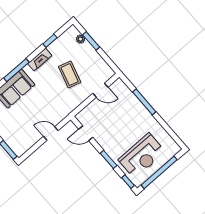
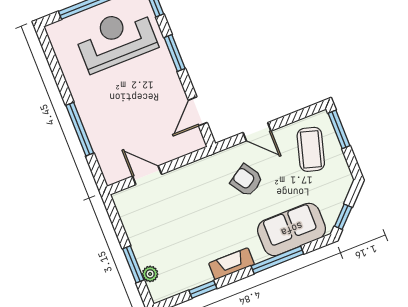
coffee table: (70, 74) -> (311, 149), moved
armchair: (47, 106) -> (247, 180), added
door: (86, 133) -> (198, 111), swing flipped

